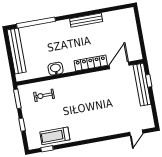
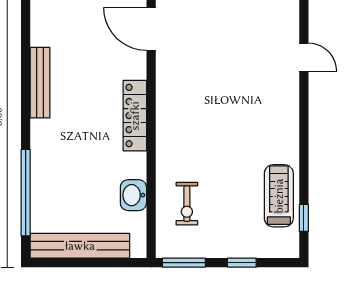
locker: (91, 63) -> (135, 116), moved
washbasin: (56, 69) -> (133, 195), moved
door: (136, 133) -> (304, 57), moved
treadmill: (55, 136) -> (279, 196), turned 180

